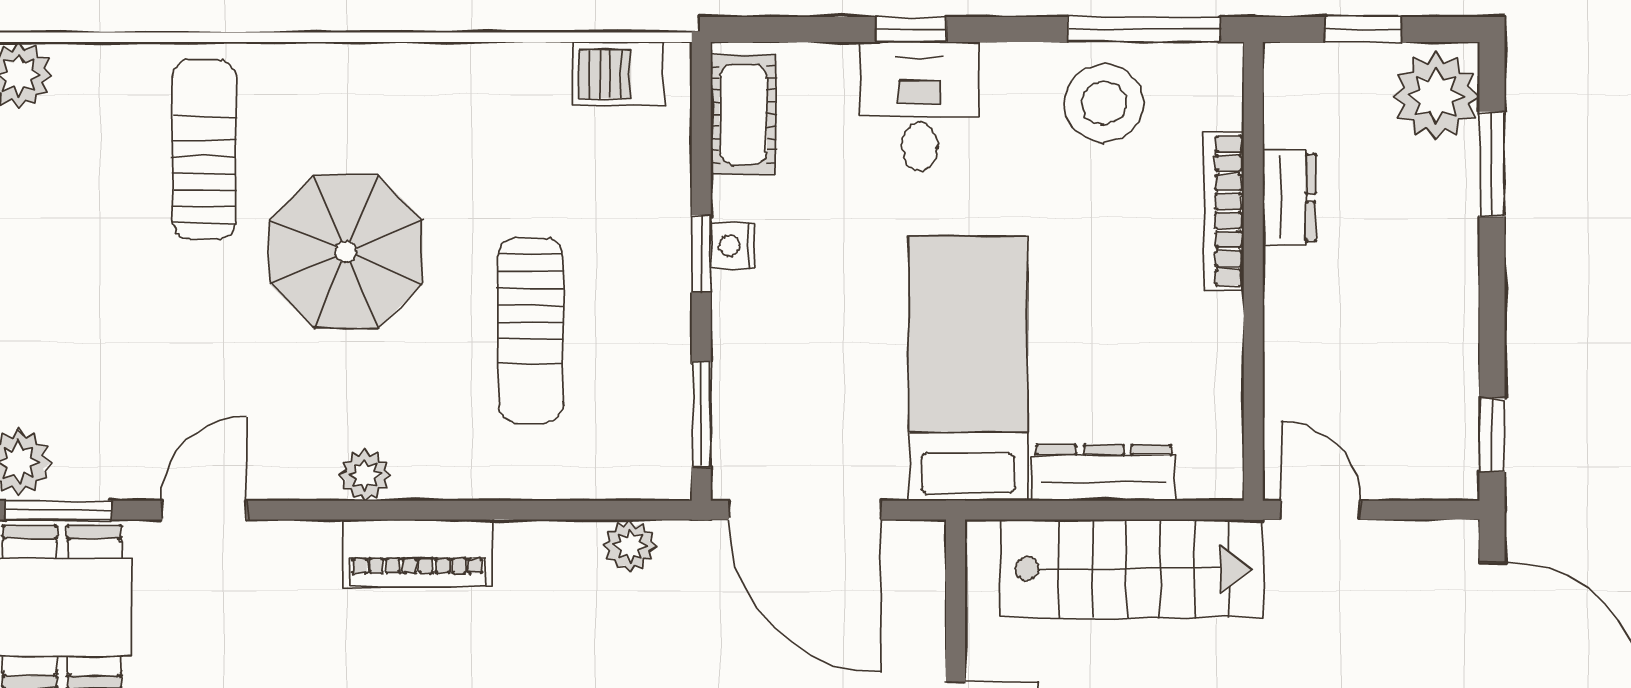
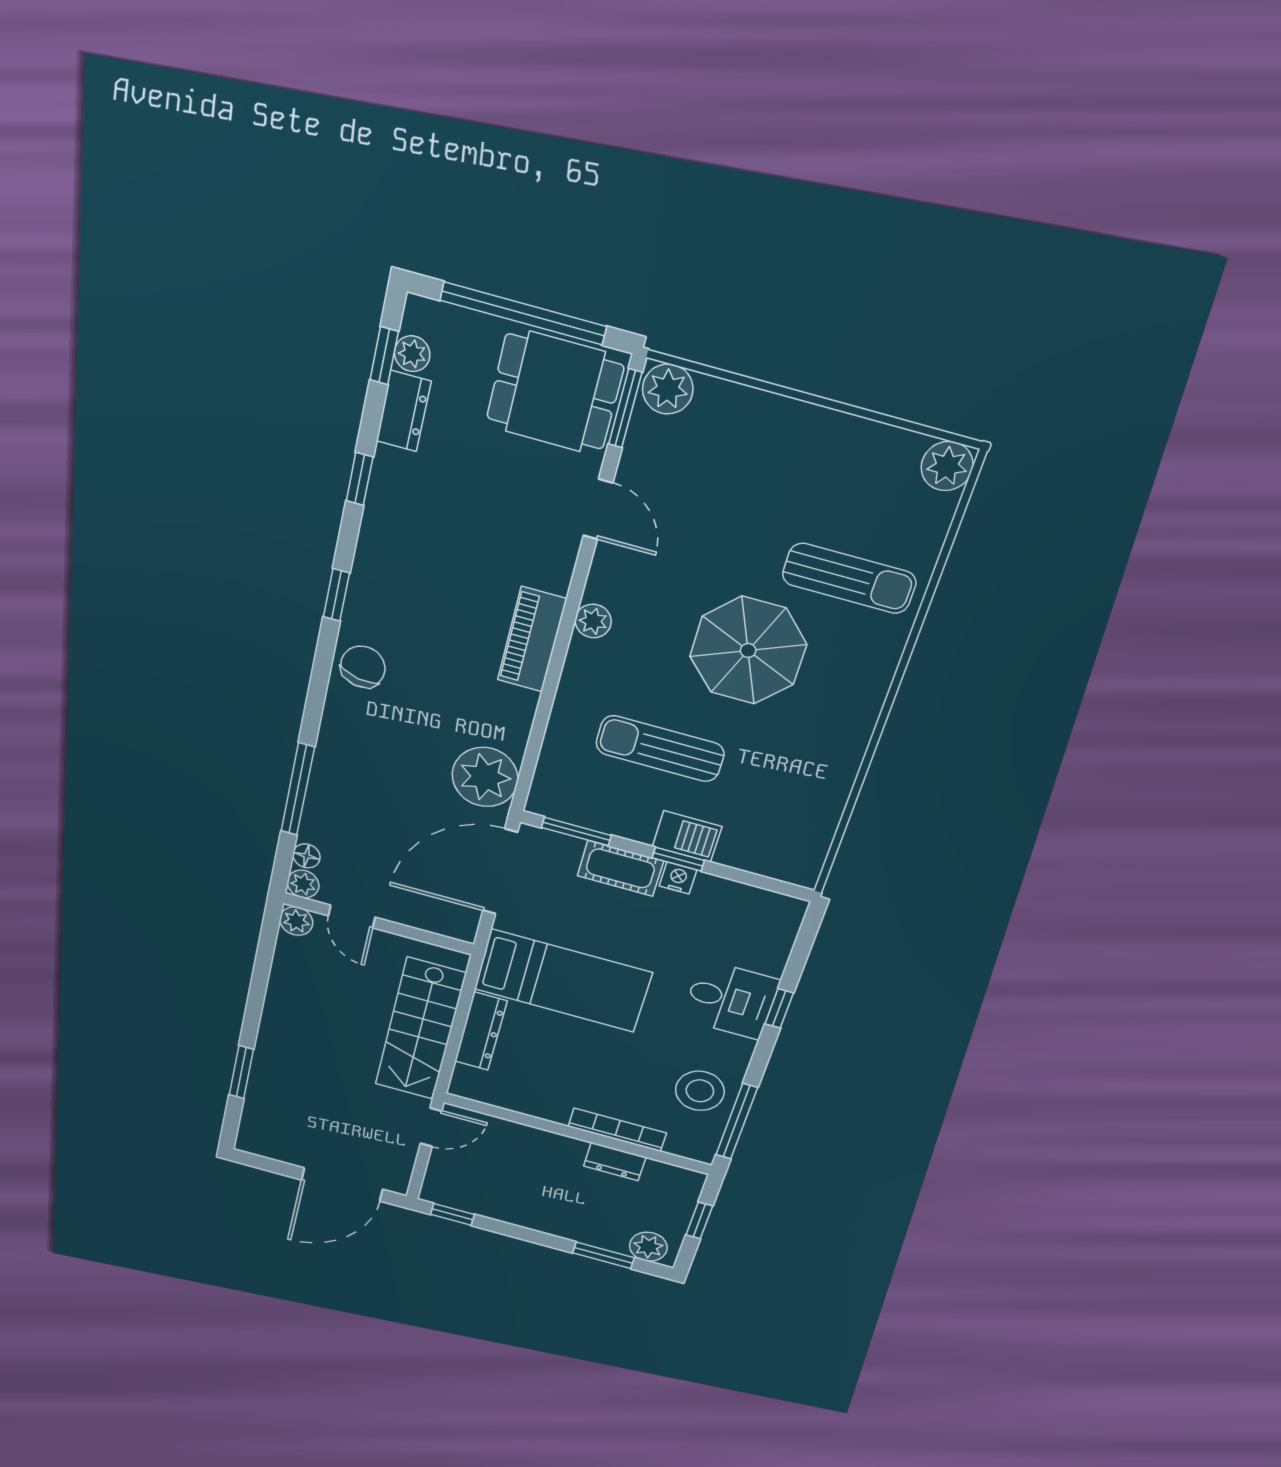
barbecue: (619, 74) -> (687, 837), moved, turned 90
plant: (1436, 96) -> (648, 1247), width x0.73, depth x0.73
cot: (743, 114) -> (620, 868), moved
plant: (630, 546) -> (485, 777), width x1.88, depth x1.88

